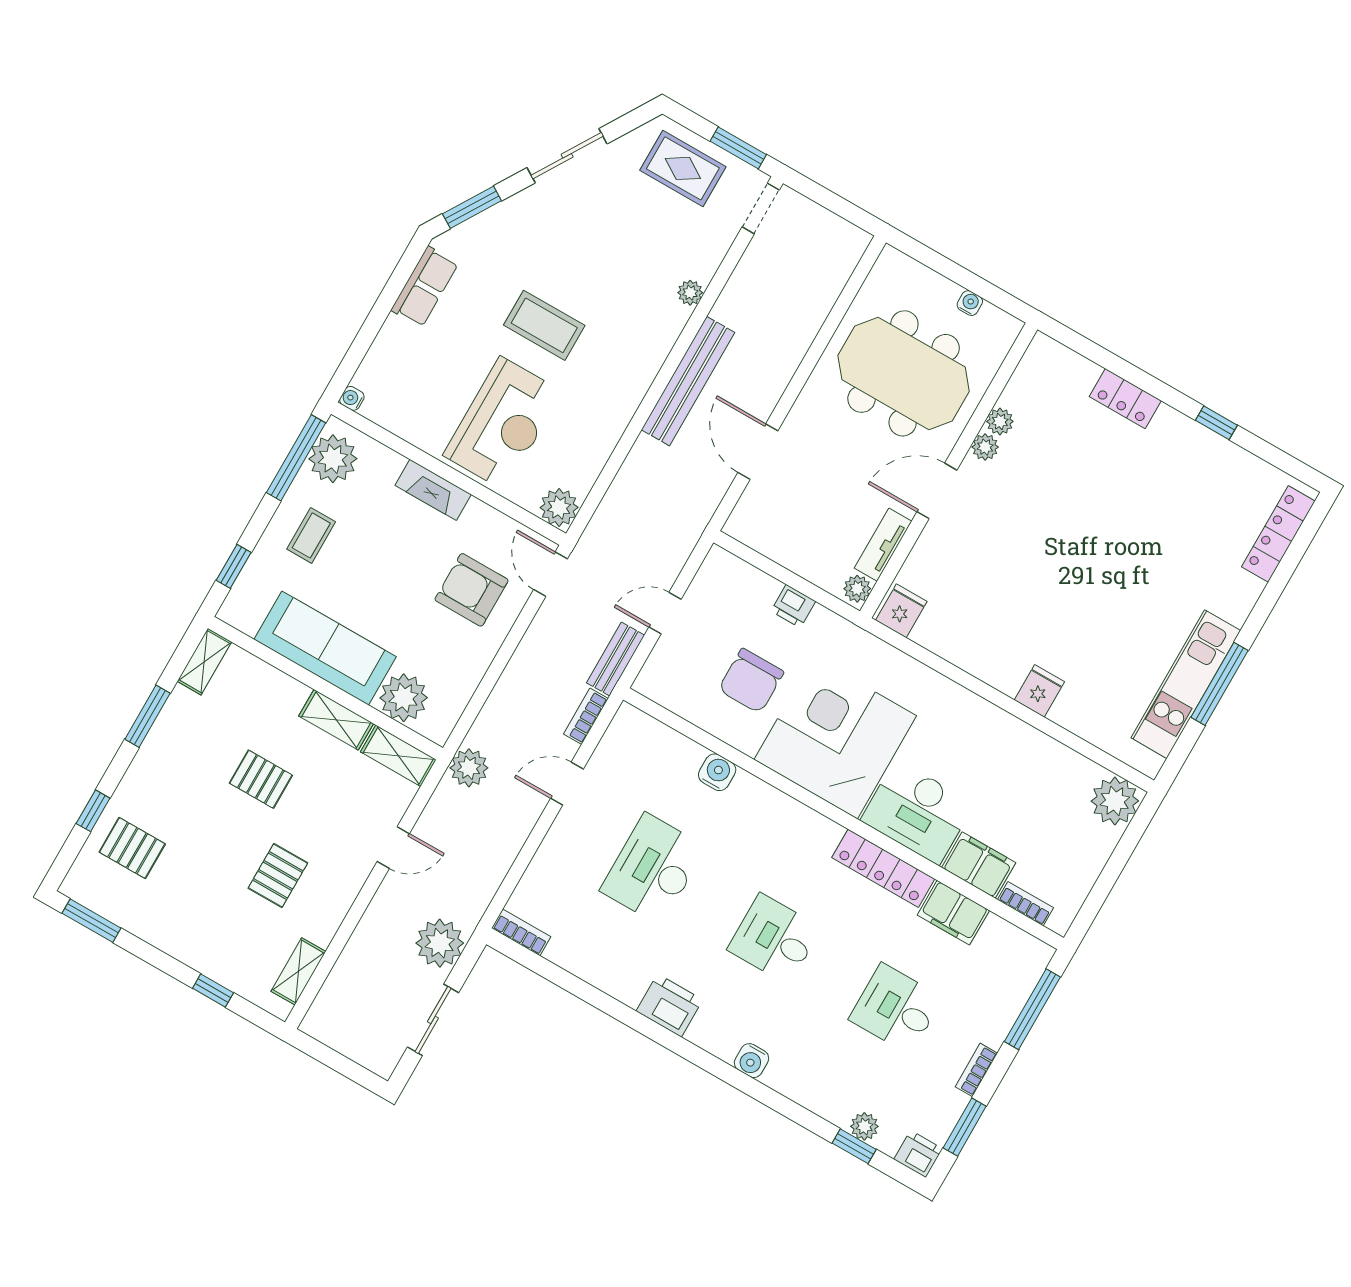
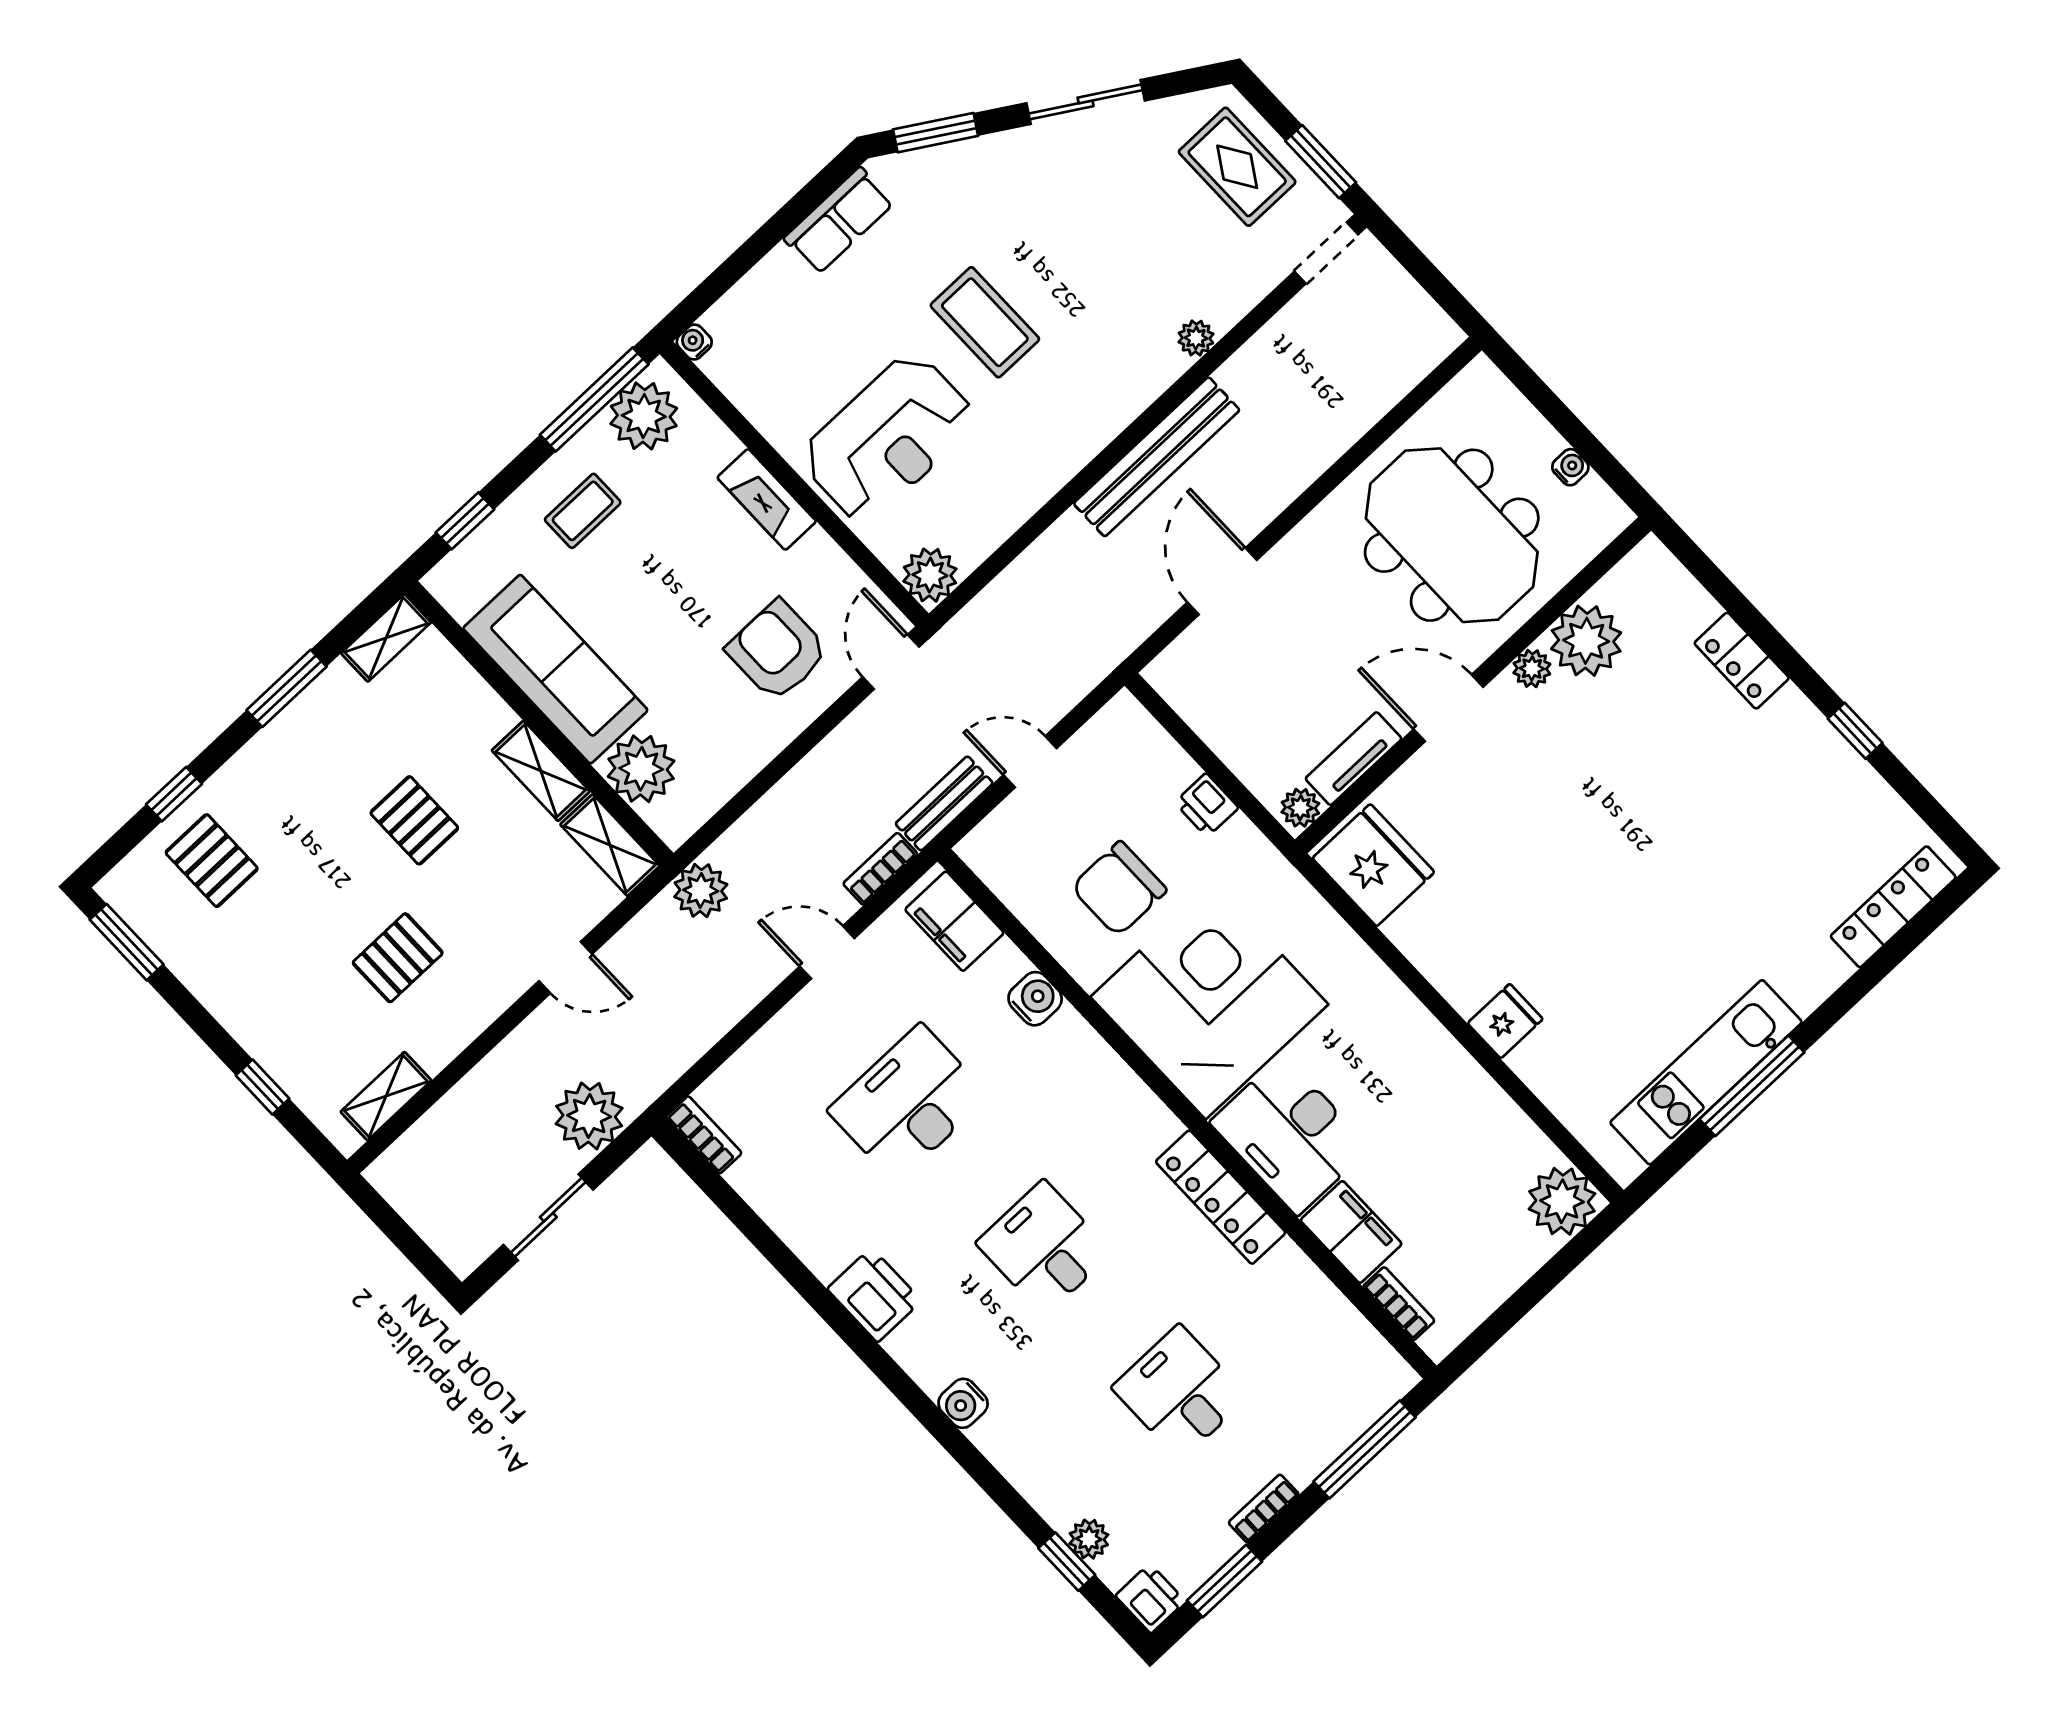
plant: (1000, 422) -> (1586, 641), width x1.87, depth x1.87
fridge: (901, 611) -> (1373, 865), width x1.88, depth x1.34
filing cabinet: (953, 913) -> (954, 921), moved

